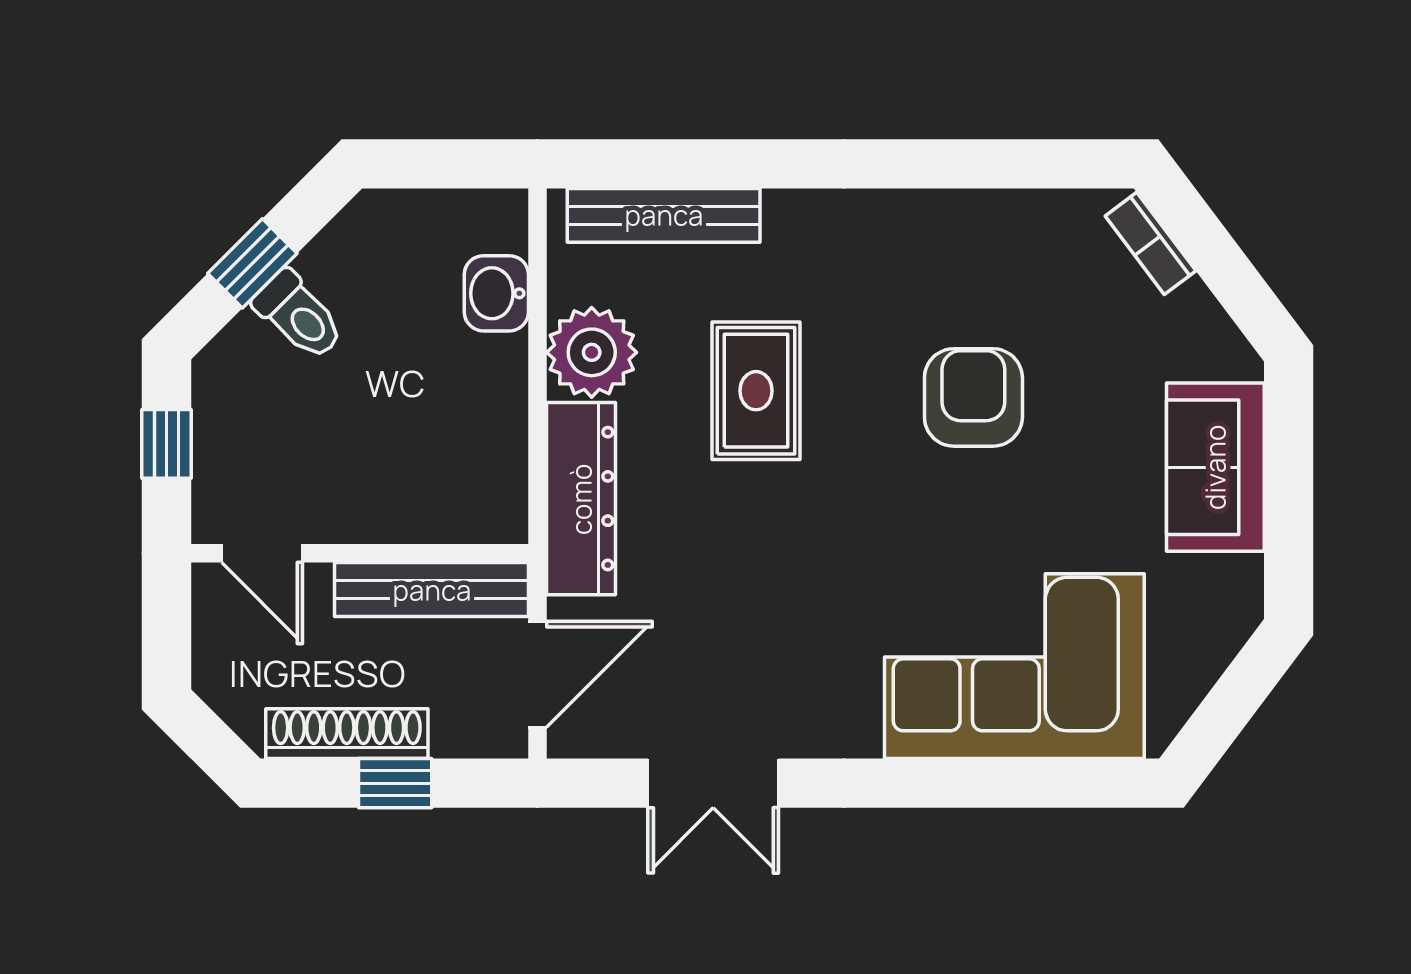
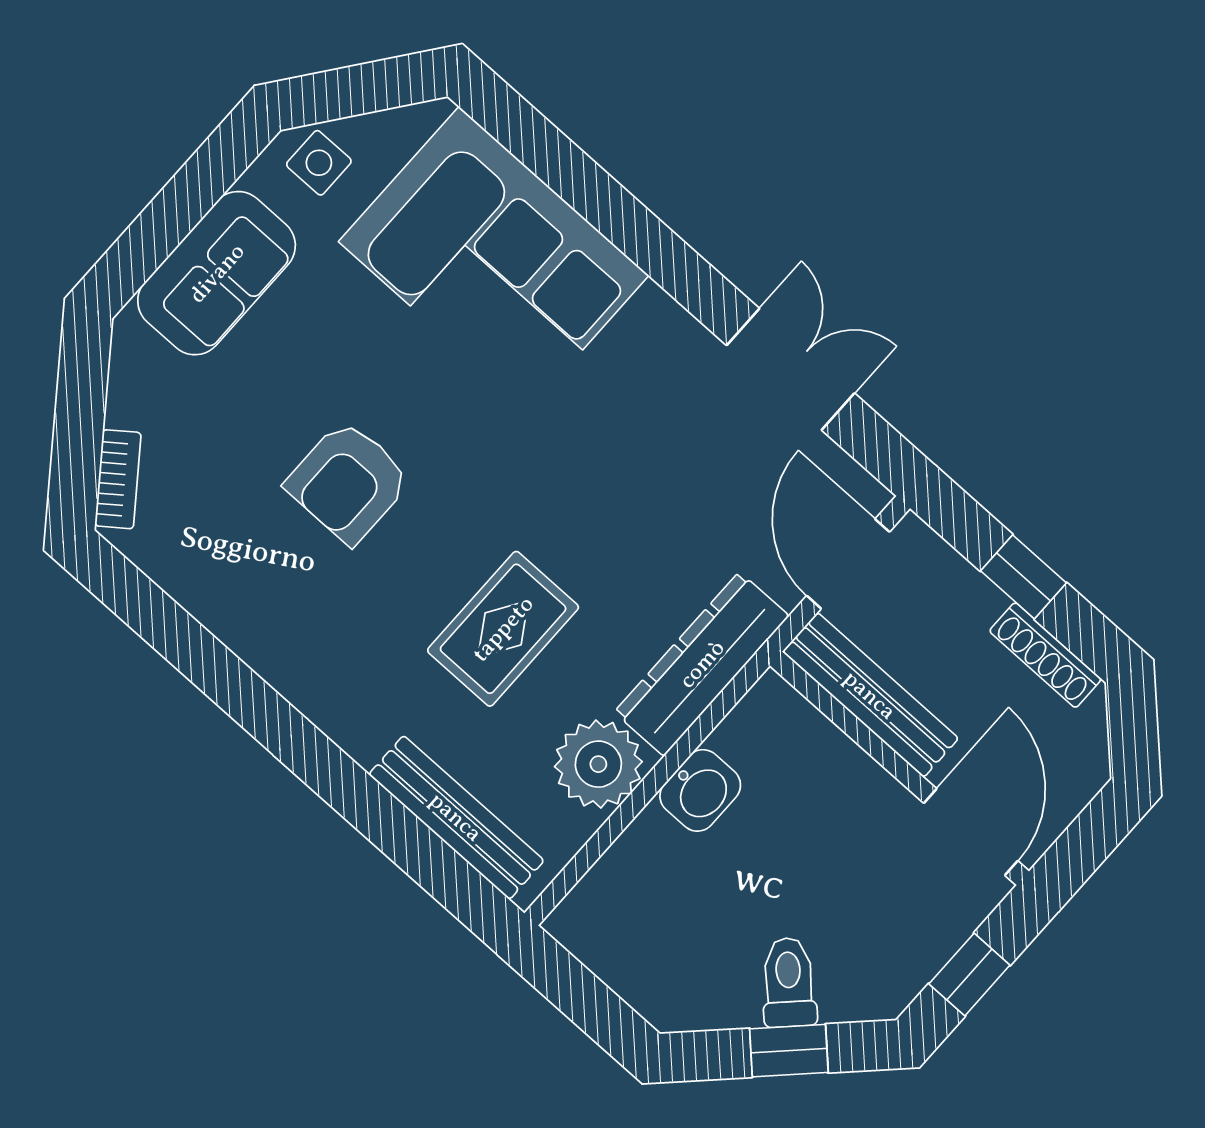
washbasin: (496, 293) -> (700, 790), moved
door: (262, 553) -> (971, 832), width x1.38
side table: (1212, 621) -> (319, 163), added
door: (537, 674) -> (848, 564), hinge flipped
shoe rack: (347, 734) -> (1045, 655), width x0.74, depth x0.81

